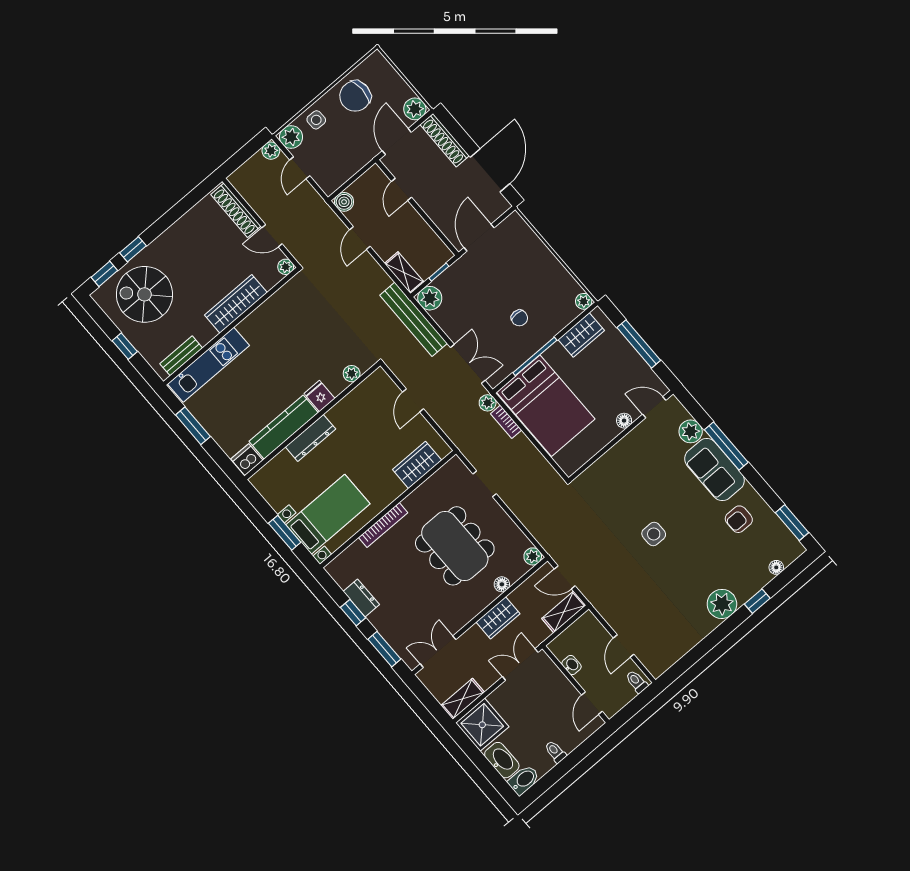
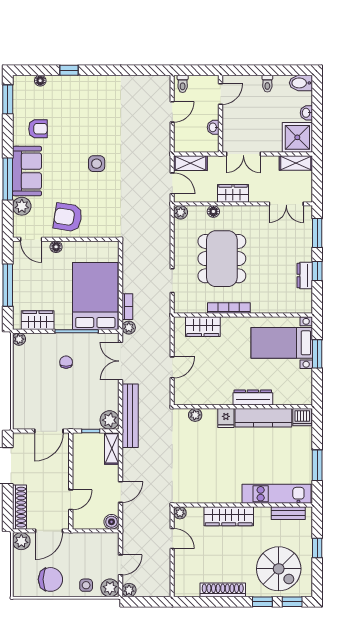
shoe rack: (236, 210) -> (223, 590), moved, turned -90
armchair: (637, 459) -> (68, 217), added
bookcase: (383, 525) -> (229, 308), moved
plant: (722, 604) -> (92, 87), removed
washbasin: (502, 760) -> (306, 113), width x0.52, depth x0.69

